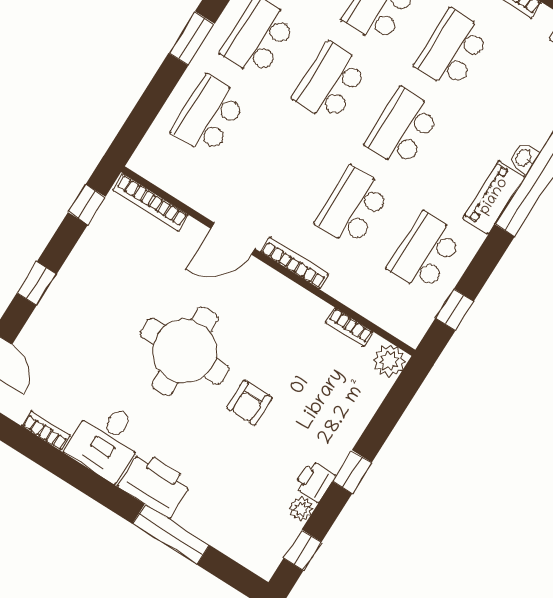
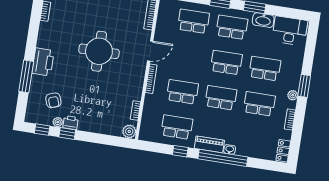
door: (233, 239) -> (150, 51), swing flipped
window: (455, 310) -> (180, 151), moved
armchair: (249, 403) -> (53, 100), moved, turned -109
desk: (107, 441) -> (52, 36), removed
window: (352, 472) -> (67, 133), moved

